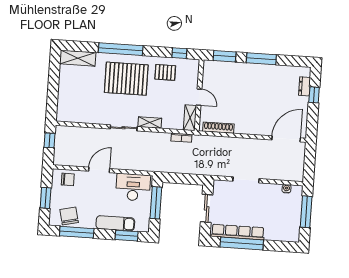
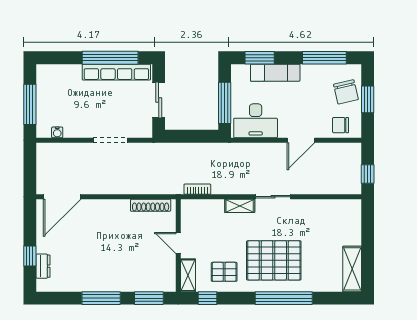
shelving: (78, 58) -> (352, 269), moved, turned 90
shelving: (190, 118) -> (188, 275), moved
chair: (69, 216) -> (346, 92), moved

